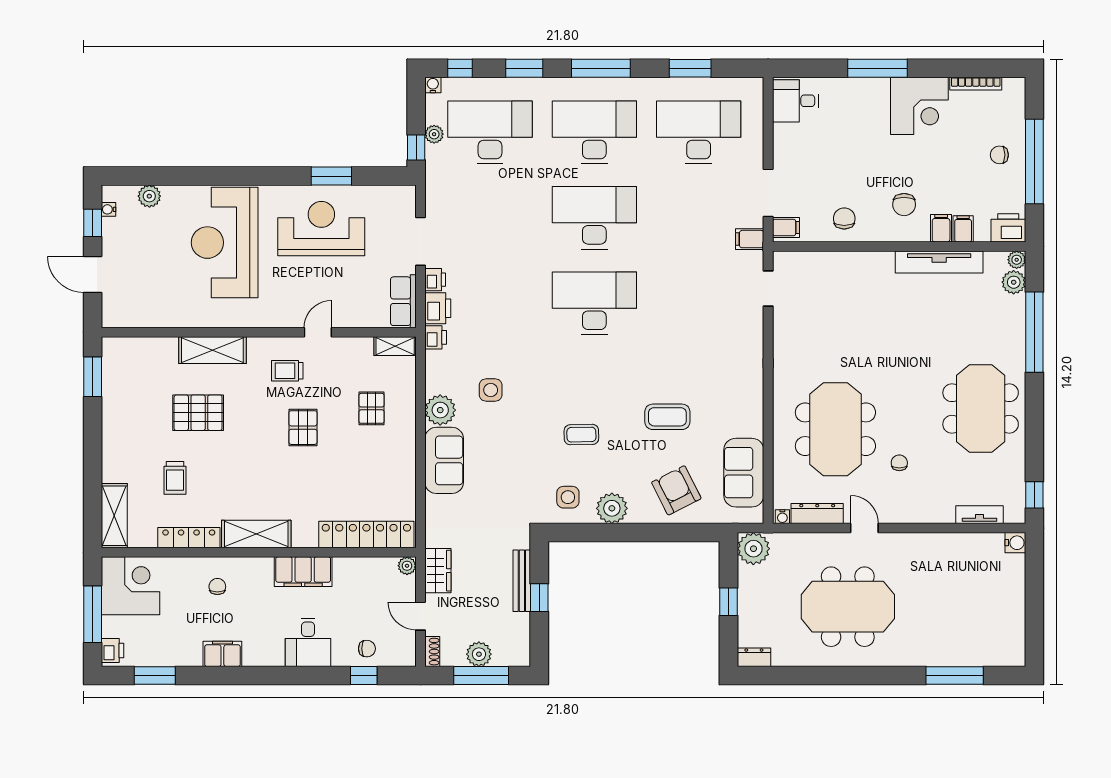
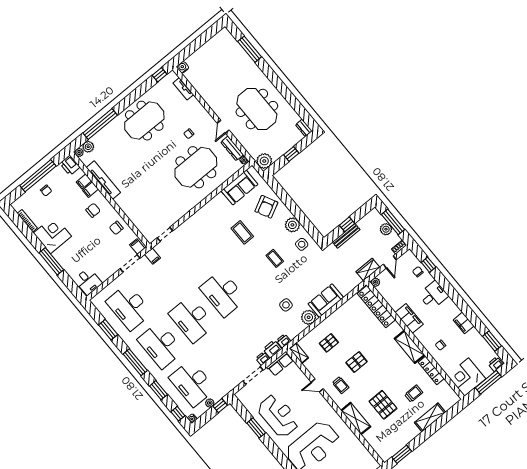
reception desk: (321, 229) -> (278, 416), turned 180
shelving: (114, 516) -> (430, 417), moved

